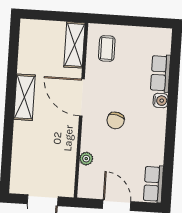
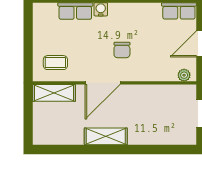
chair: (116, 120) -> (122, 50), turned 77
plant: (86, 159) -> (184, 75), moved

